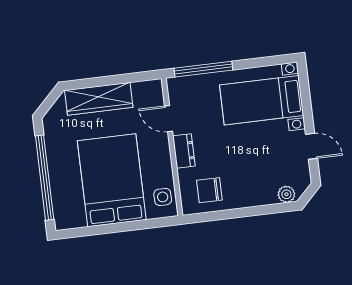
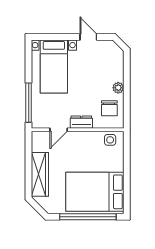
door: (312, 146) -> (88, 37), hinge flipped
bed: (112, 180) -> (95, 192), moved
plant: (286, 194) -> (118, 88), moved

